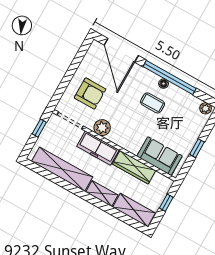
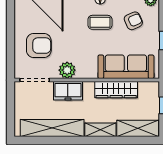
armchair: (181, 117) -> (133, 21), added
window: (39, 128) -> (11, 103), removed
freezer: (98, 148) -> (68, 91), width x0.71
sofa: (160, 156) -> (126, 67), width x1.36

